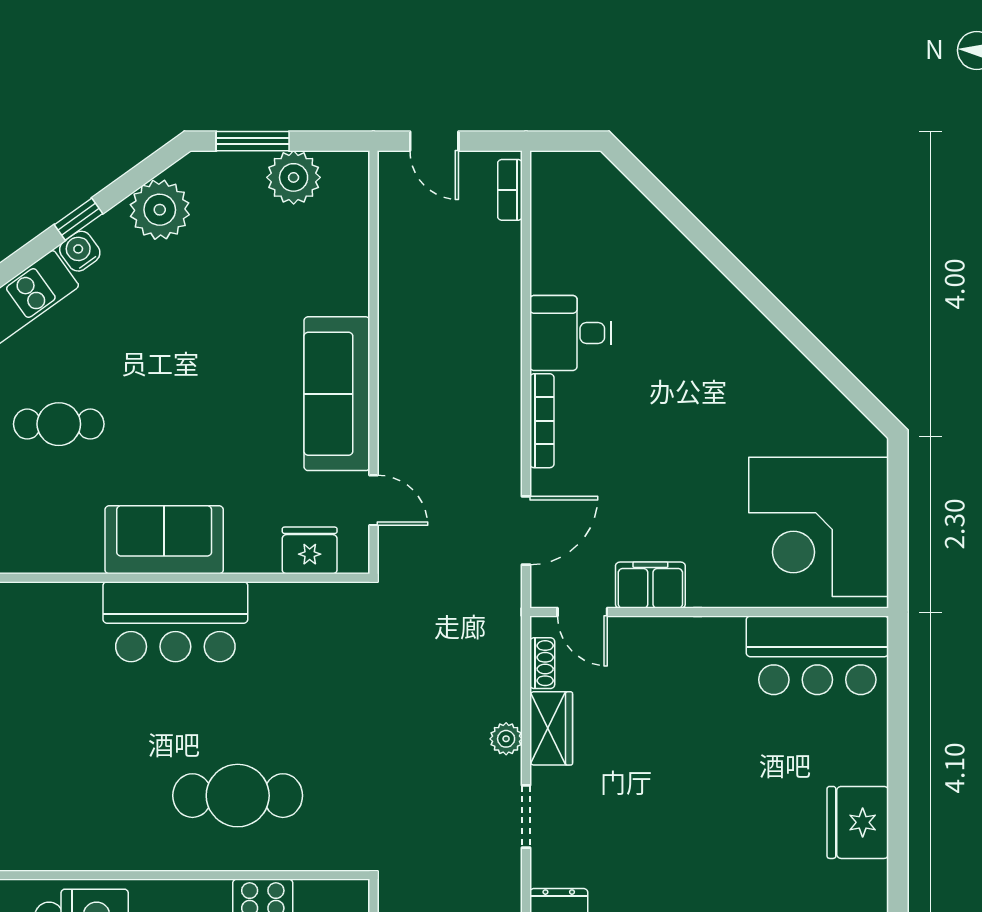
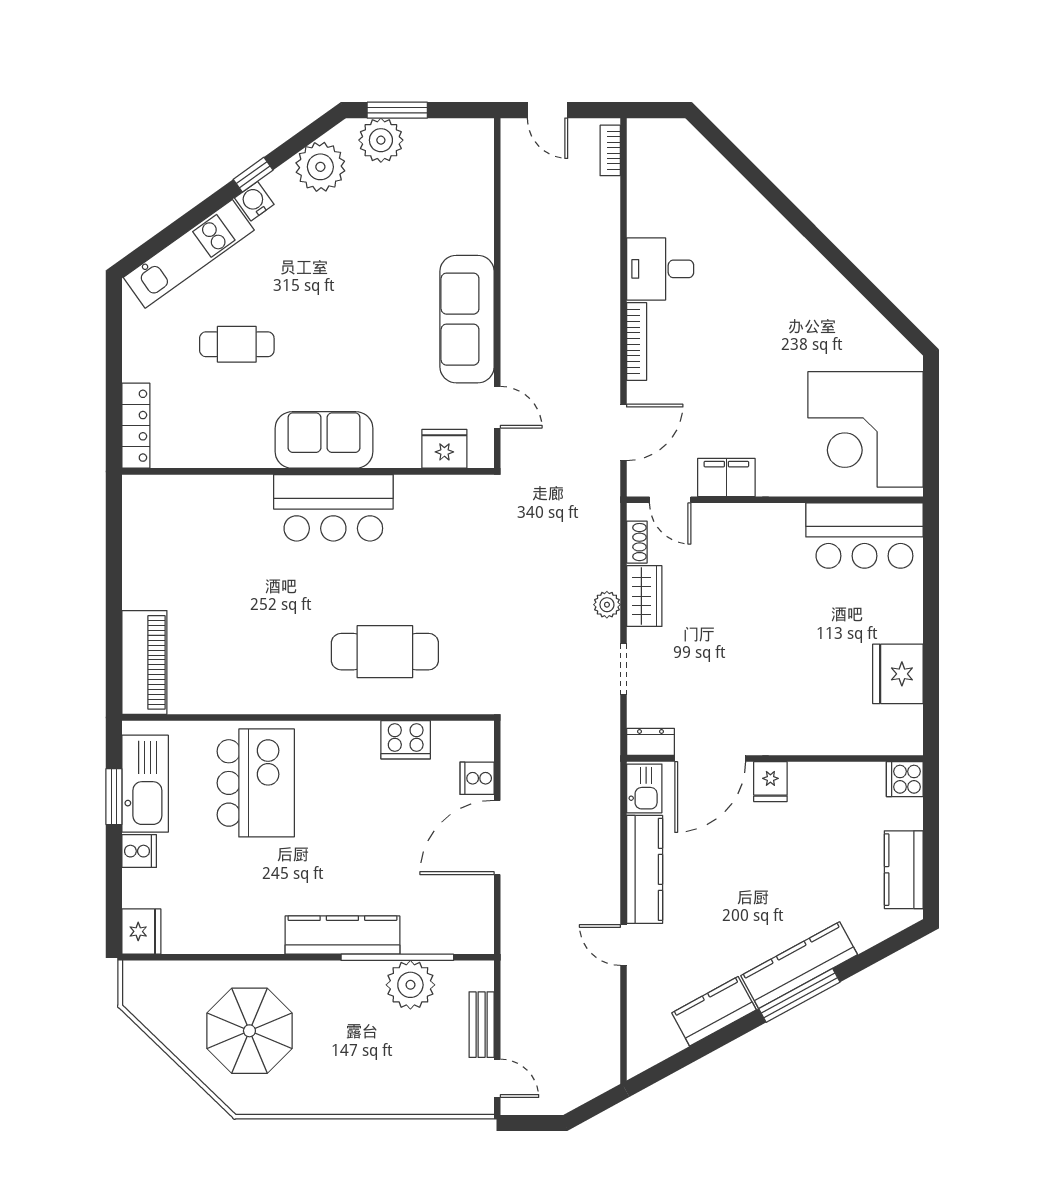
plant: (294, 177) -> (381, 140), moved

